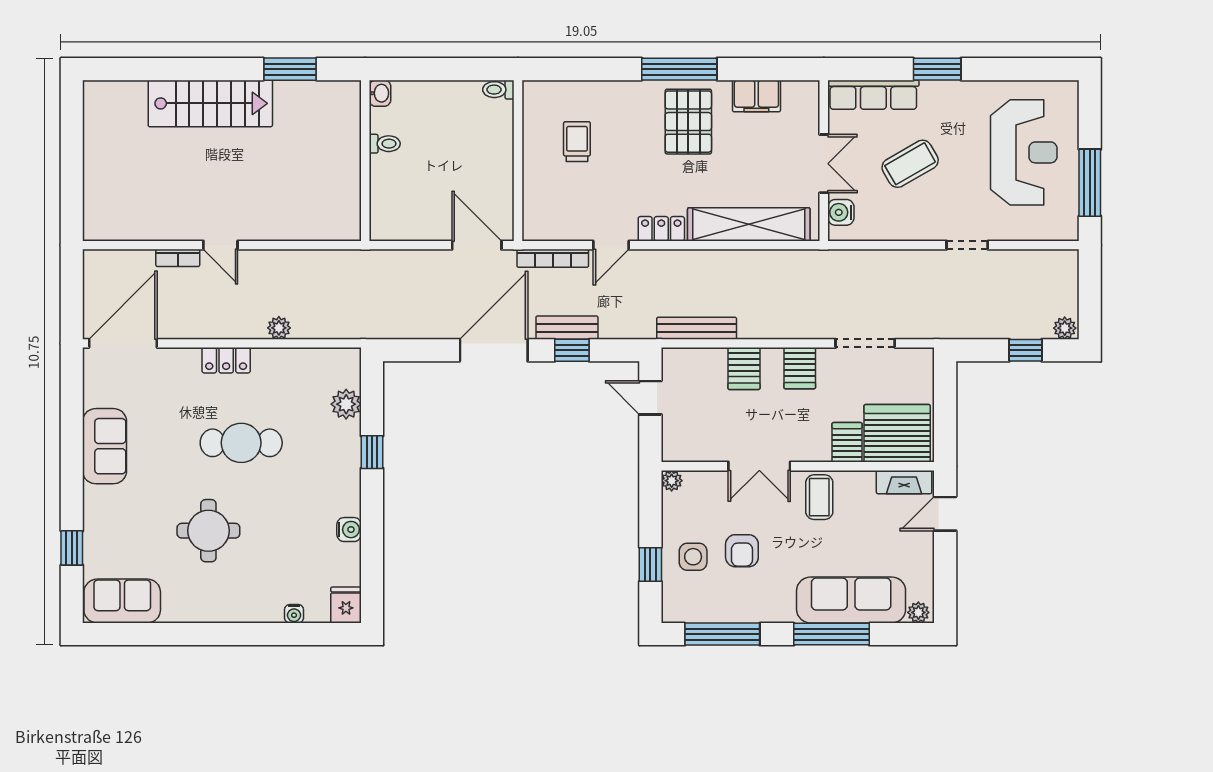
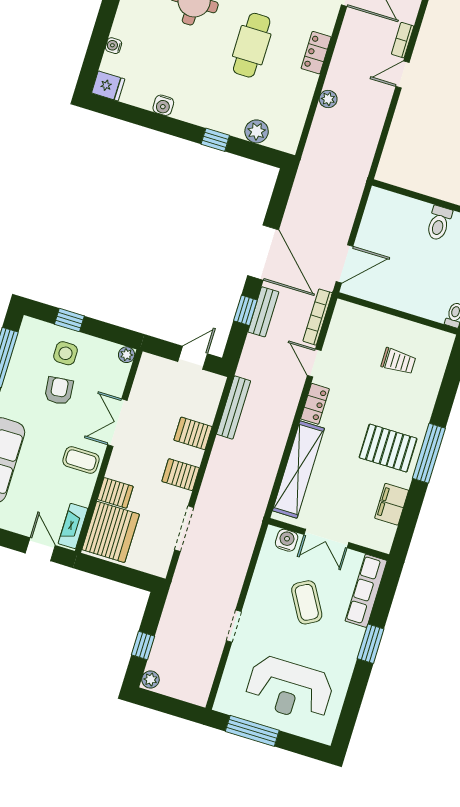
toilet: (385, 144) -> (439, 223), width x1.37, depth x1.39
armchair: (742, 551) -> (59, 391), turned 84

